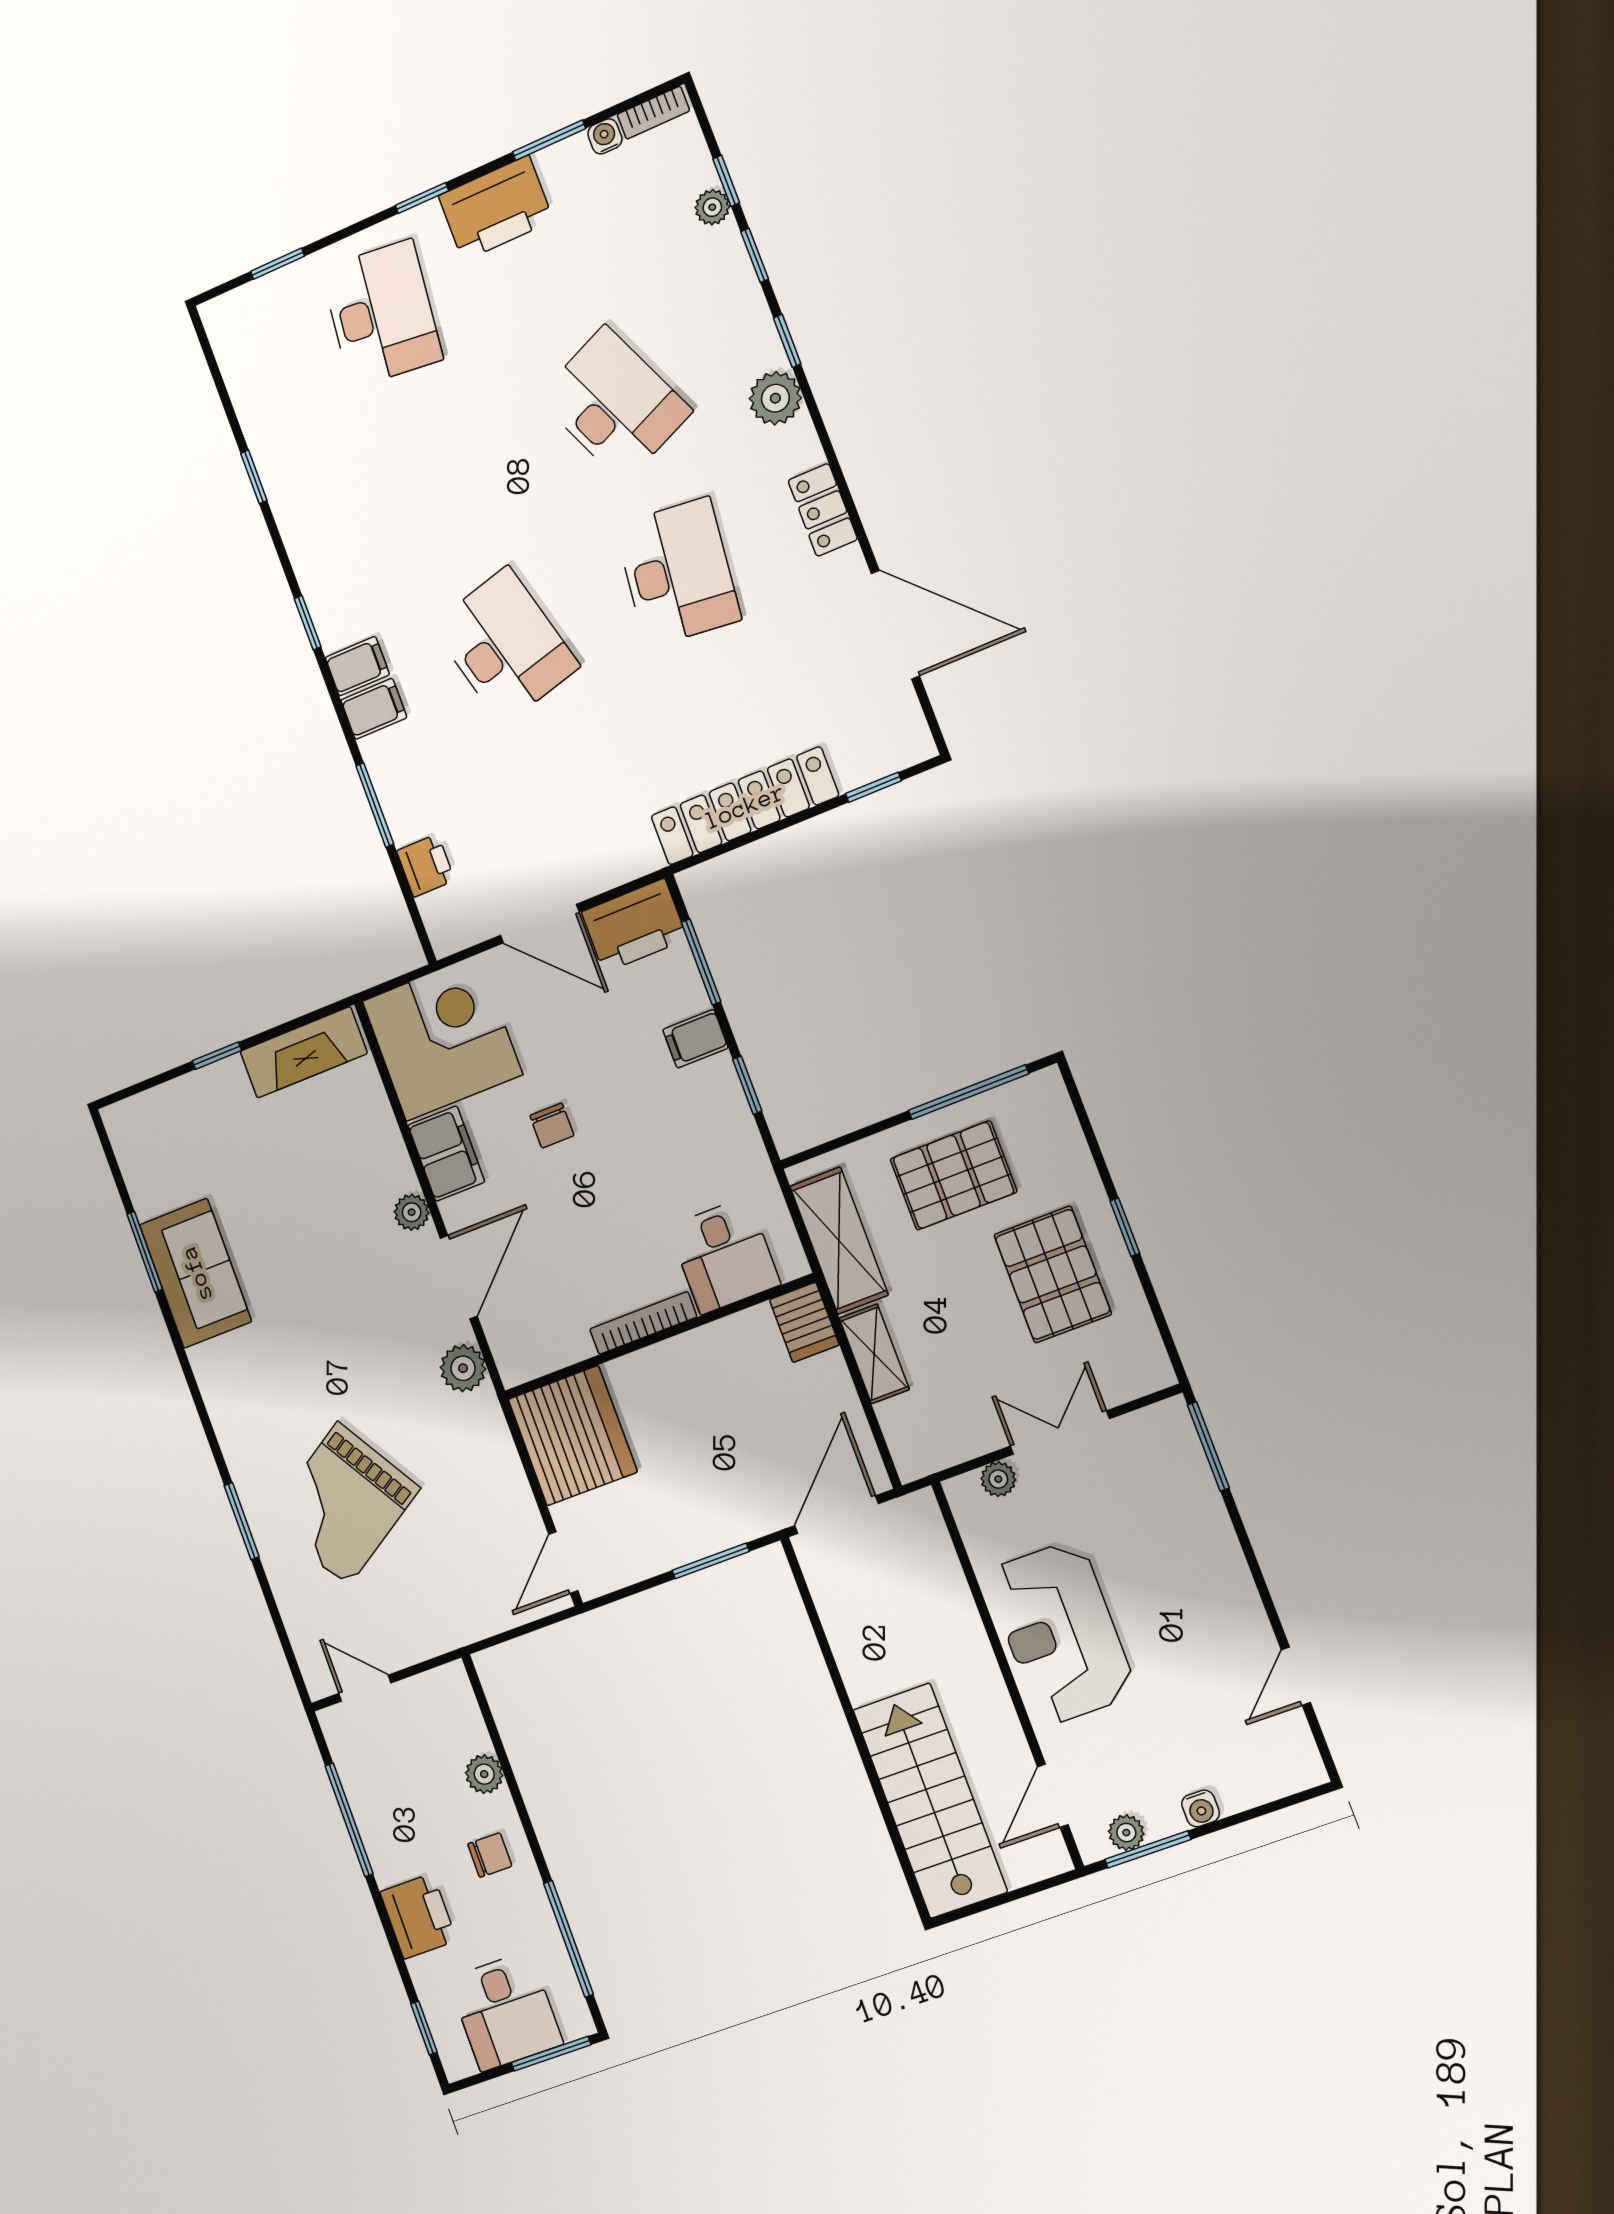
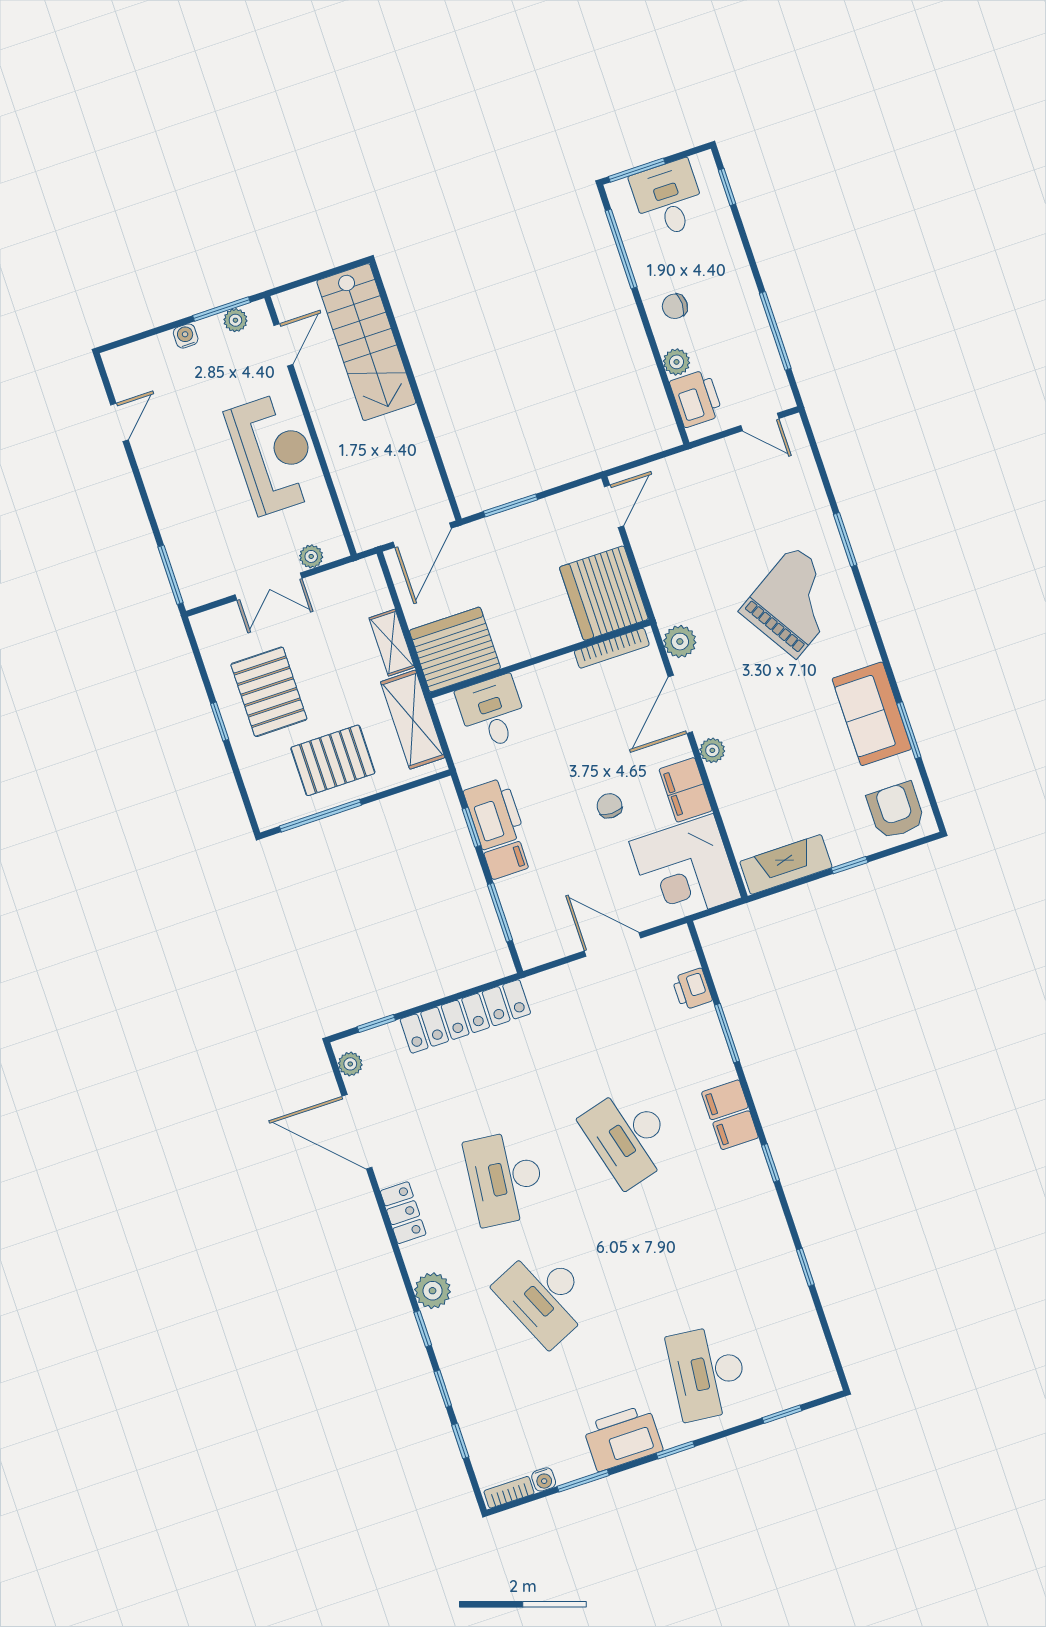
plant: (712, 207) -> (350, 1064), moved
printer: (634, 926) -> (494, 813), moved, turned 90
armchair: (158, 1137) -> (896, 811), added
server rack: (804, 1322) -> (455, 649), width x2.18, depth x1.44
bookcase: (643, 1323) -> (612, 648), moved
grand piano: (343, 1504) -> (795, 602), moved
printer: (418, 1916) -> (696, 398), moved, turned 180

